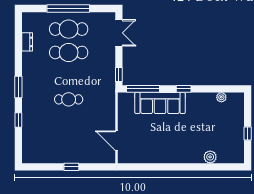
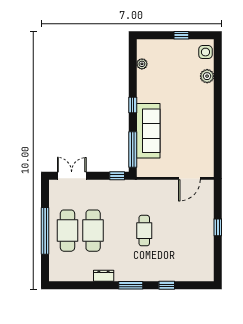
dresser: (27, 42) -> (104, 276), moved
side table: (232, 155) -> (205, 52), added

